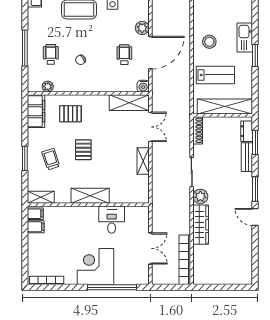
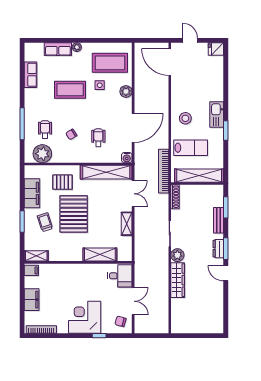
plant: (142, 28) -> (126, 91), moved
wheelchair: (124, 55) -> (98, 138), moved
plant: (48, 87) -> (42, 154), width x1.88, depth x1.88
shelving: (129, 103) -> (106, 172), width x1.47
filing cabinet: (36, 111) -> (32, 193), moved
dresser: (247, 131) -> (218, 249), moved
pallet: (83, 150) -> (74, 214), width x2.05, depth x2.00
shelving: (90, 196) -> (100, 254), moved
desk: (112, 220) -> (120, 276), moved, turned 90
filing cabinet: (36, 227) -> (32, 300), moved, width x2.00
bookcase: (185, 260) -> (164, 171), moved
chair: (136, 271) -> (120, 321), added
window: (112, 287) -> (99, 336), width x0.32

